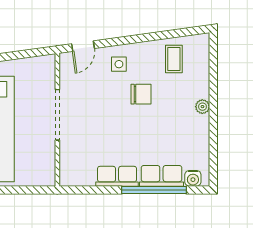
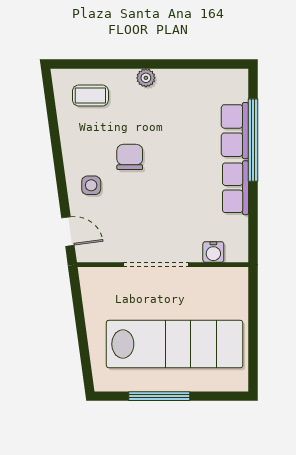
coffee table: (174, 59) -> (90, 95), moved
water cooler: (193, 178) -> (213, 252), moved, turned 90

